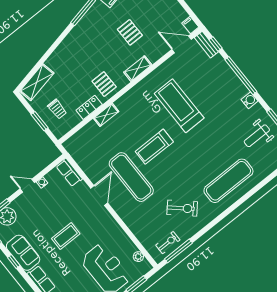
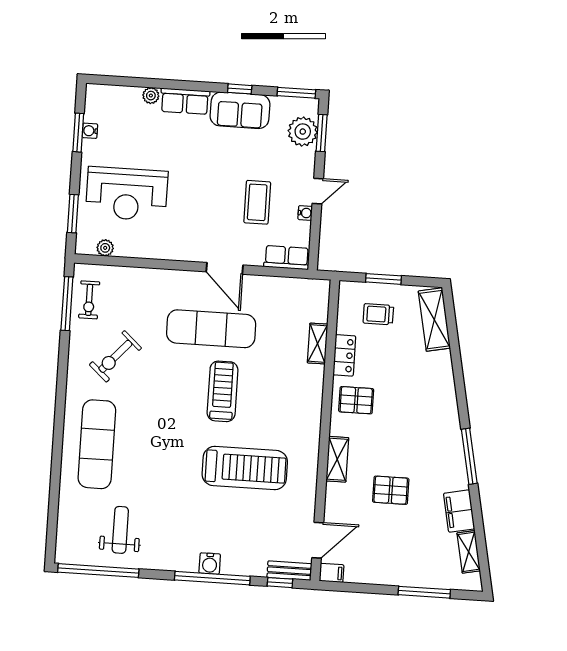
water cooler: (250, 100) -> (210, 564), moved
shelving: (106, 115) -> (318, 343), moved
coffee table: (66, 236) -> (257, 202), moved

